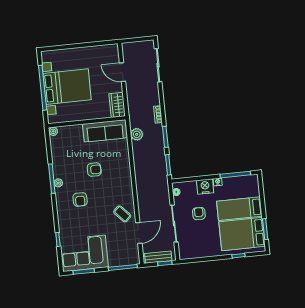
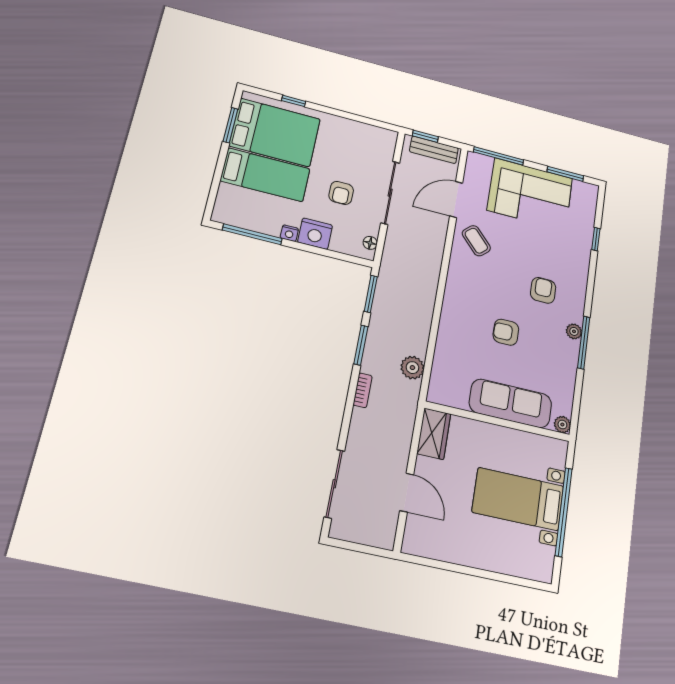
bed with nightstands: (67, 87) -> (518, 499), width x0.73
sofa: (105, 131) -> (511, 403), moved
corner sofa: (84, 253) -> (530, 194), moved

